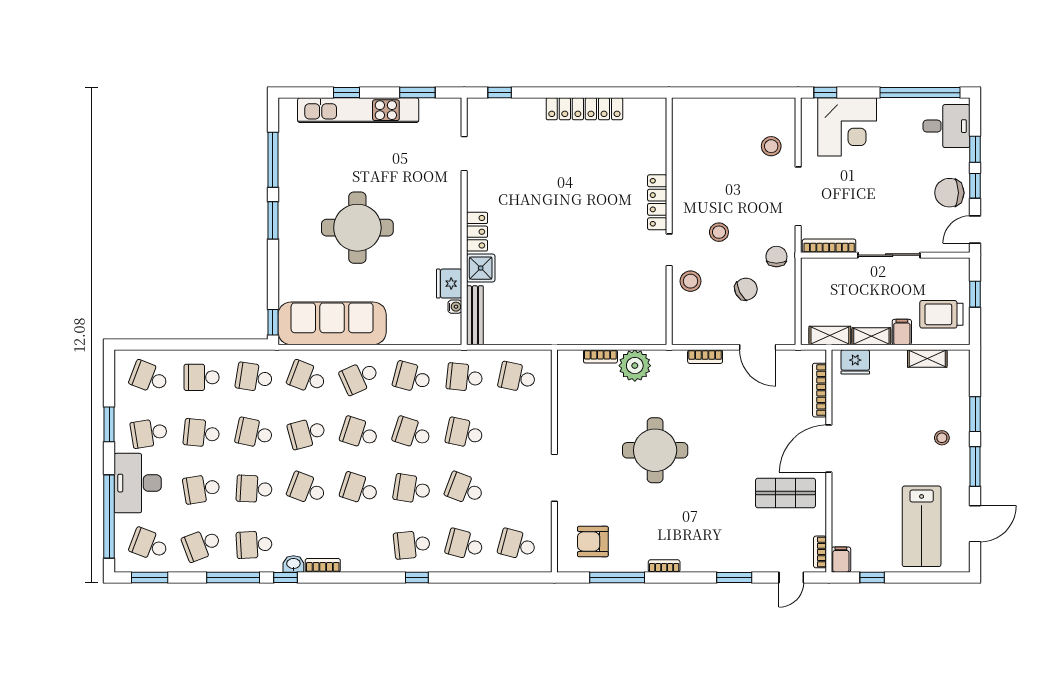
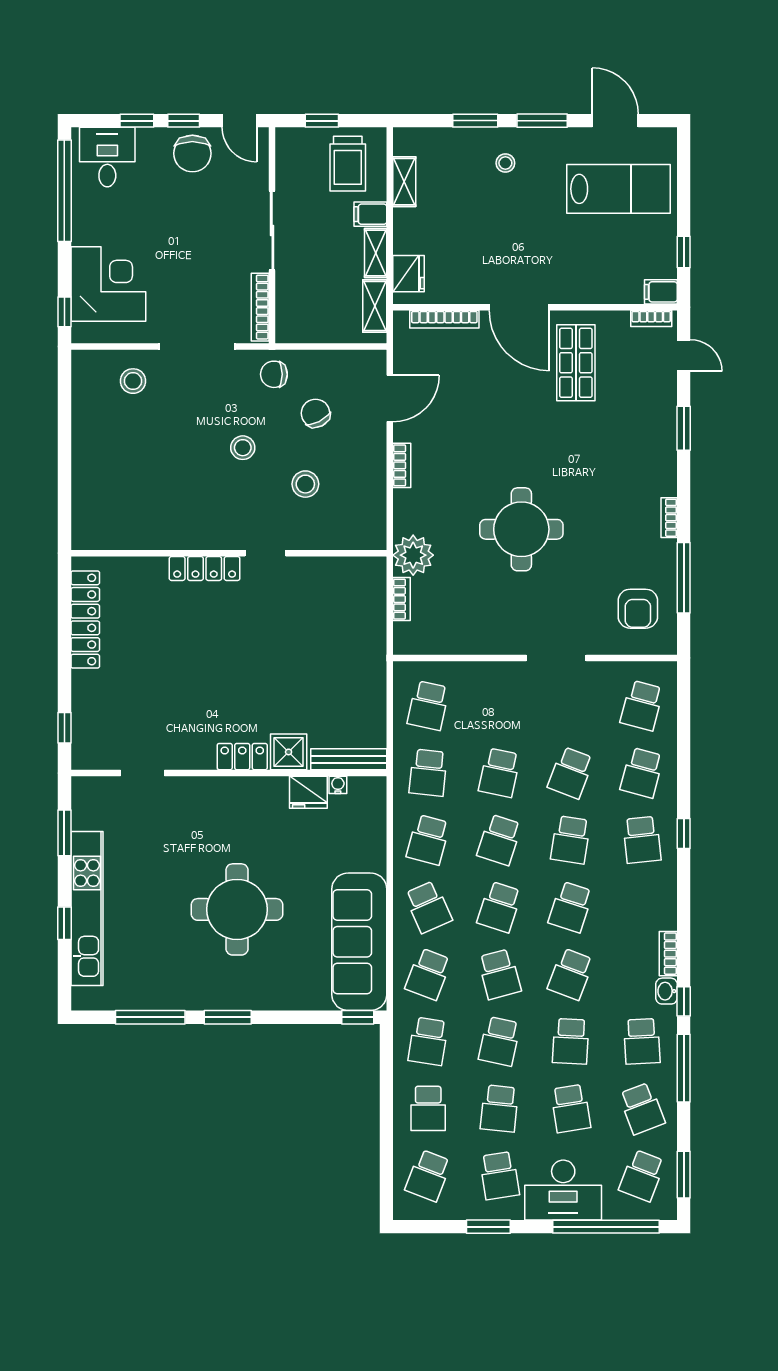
locker: (657, 202) -> (205, 568), moved
wall: (669, 221) -> (229, 553), moved
doorway: (669, 250) -> (265, 553), moved

